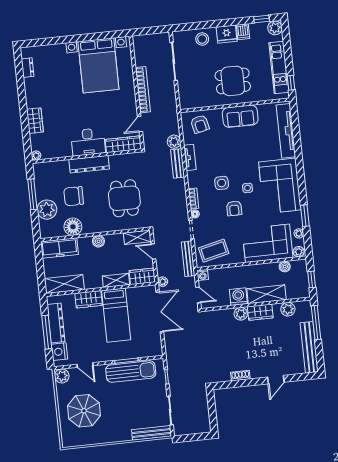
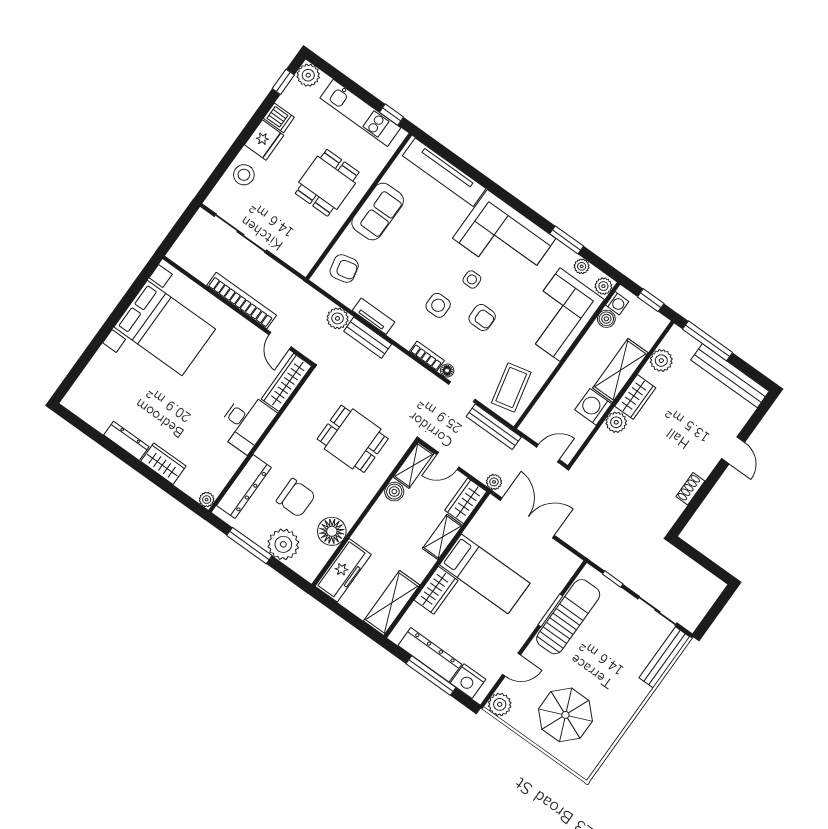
dresser: (27, 68) -> (126, 441), moved, width x1.44
dresser: (89, 164) -> (244, 487), moved
chair: (74, 196) -> (296, 498), turned -90
boiler: (98, 241) -> (394, 492), moved
washing machine: (203, 275) -> (617, 303), moved

